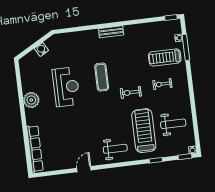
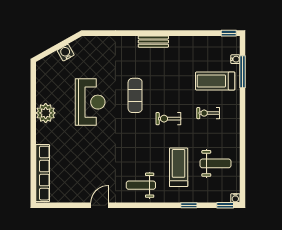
treadmill: (144, 131) -> (179, 167), width x0.73, depth x0.73
weight bench: (115, 149) -> (141, 185), turned 180

